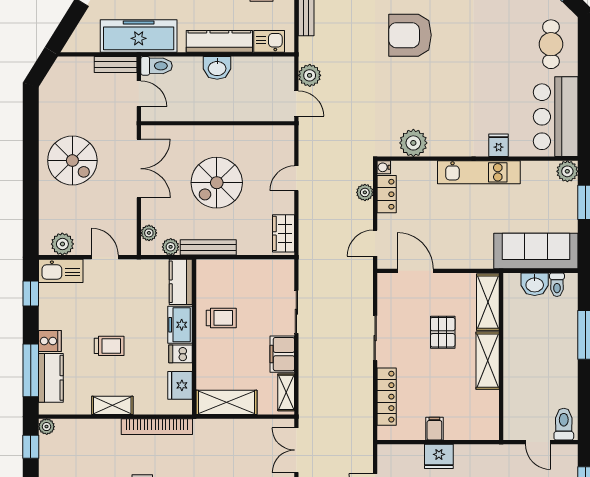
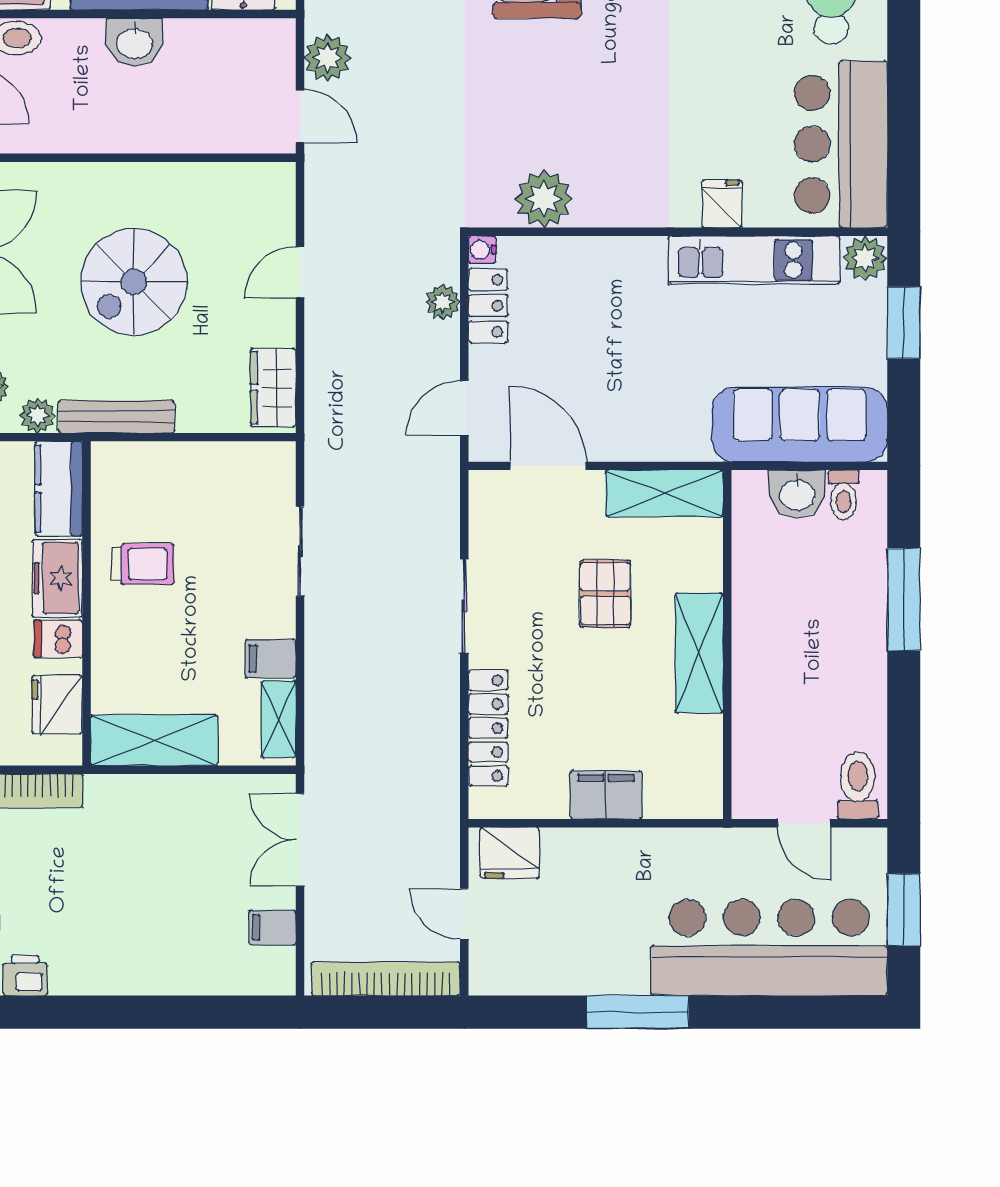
kitchen unit: (479, 172) -> (754, 260), moved
shelving: (488, 302) -> (664, 493), moved, turned 90
filing cabinet: (282, 354) -> (270, 658), width x0.50
filing cabinet: (434, 429) -> (606, 795), width x2.00
fridge: (439, 456) -> (510, 853), moved

